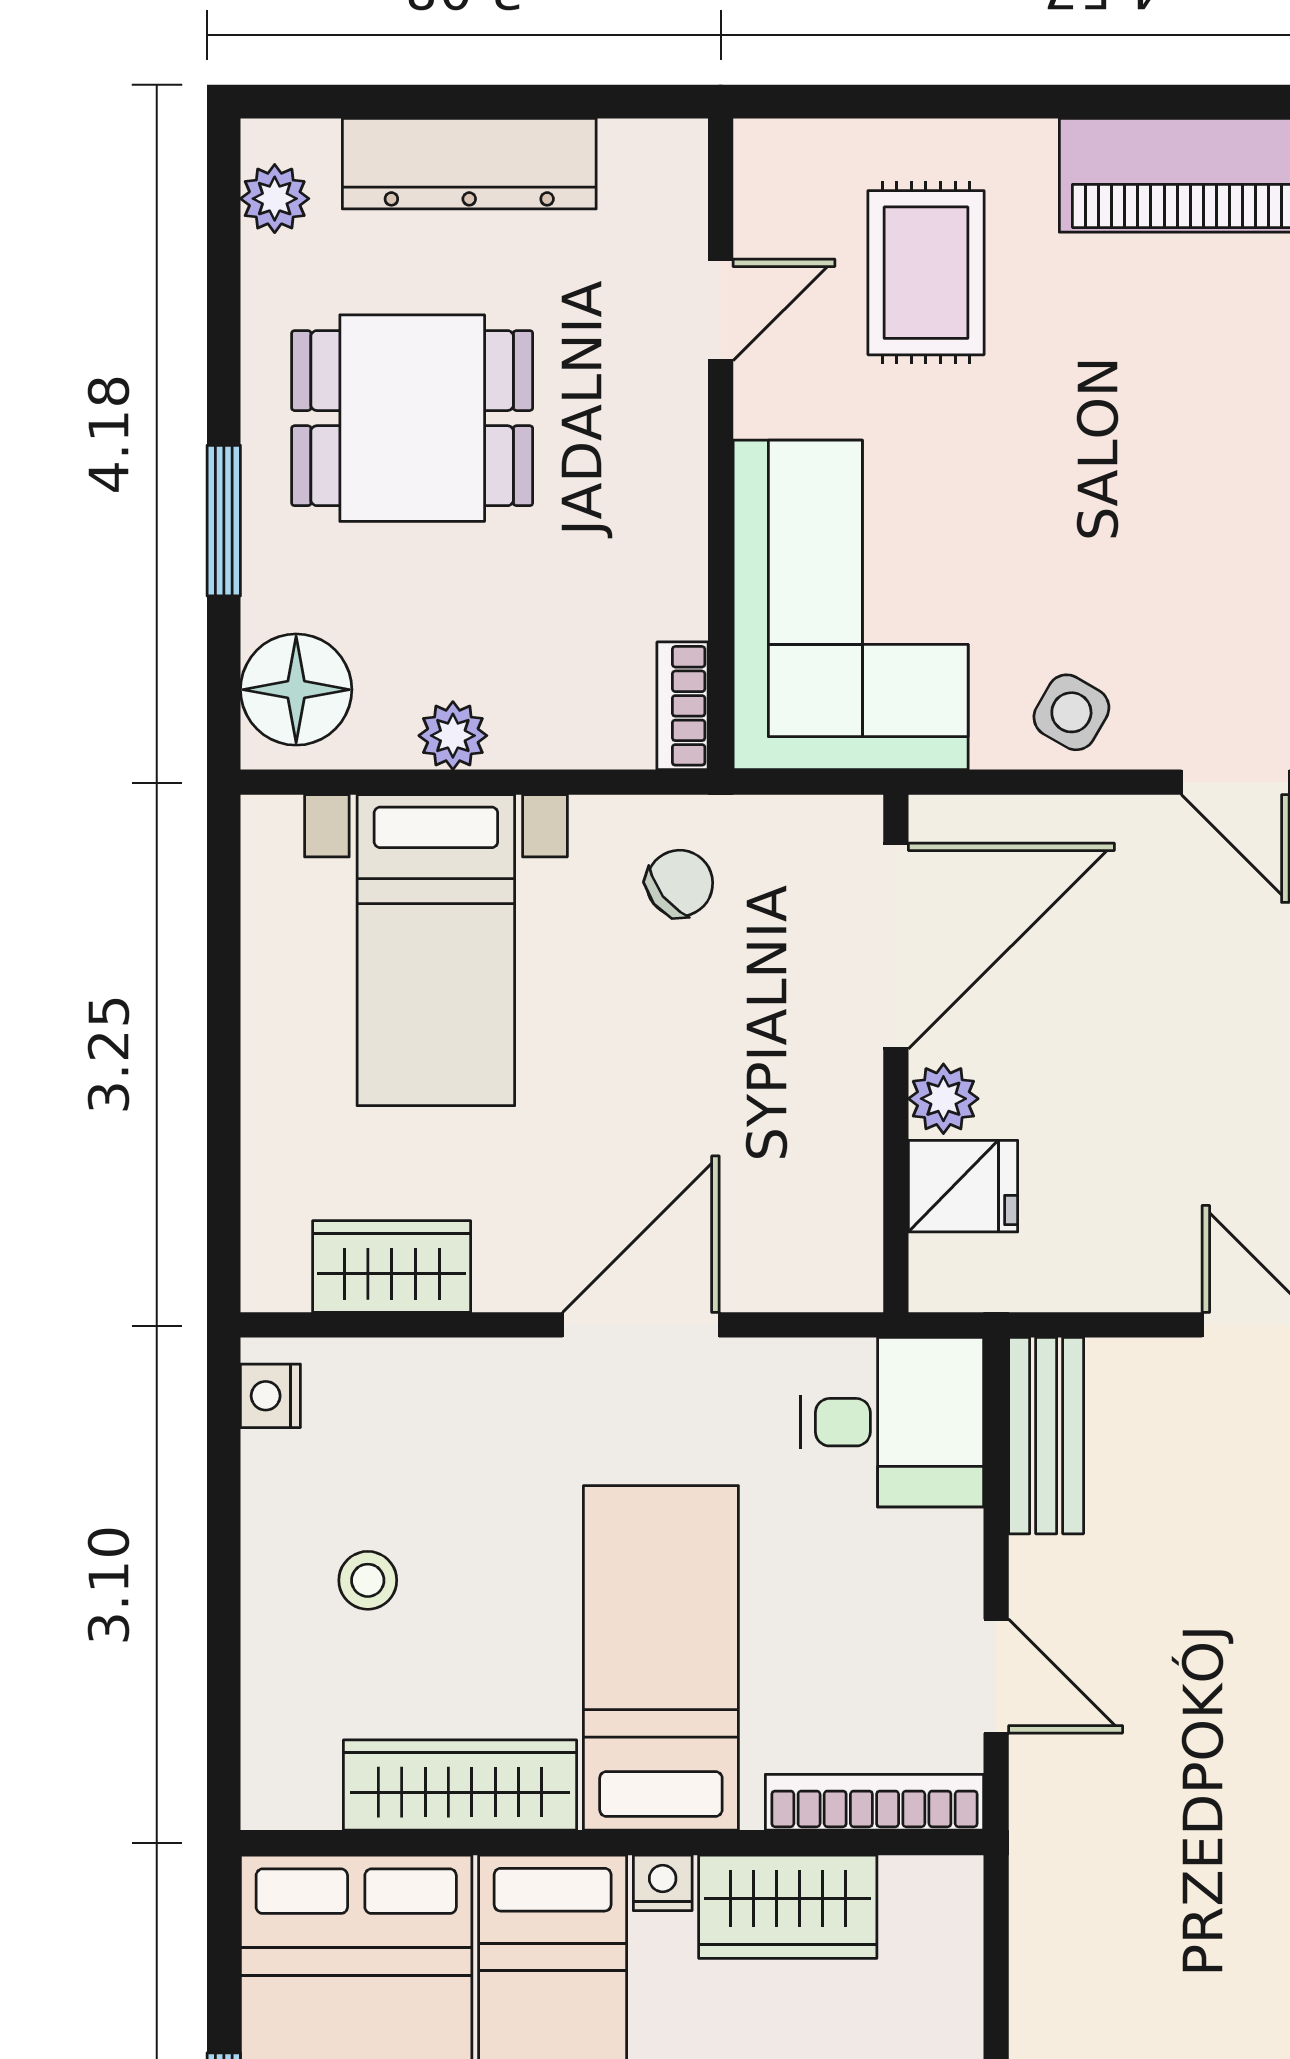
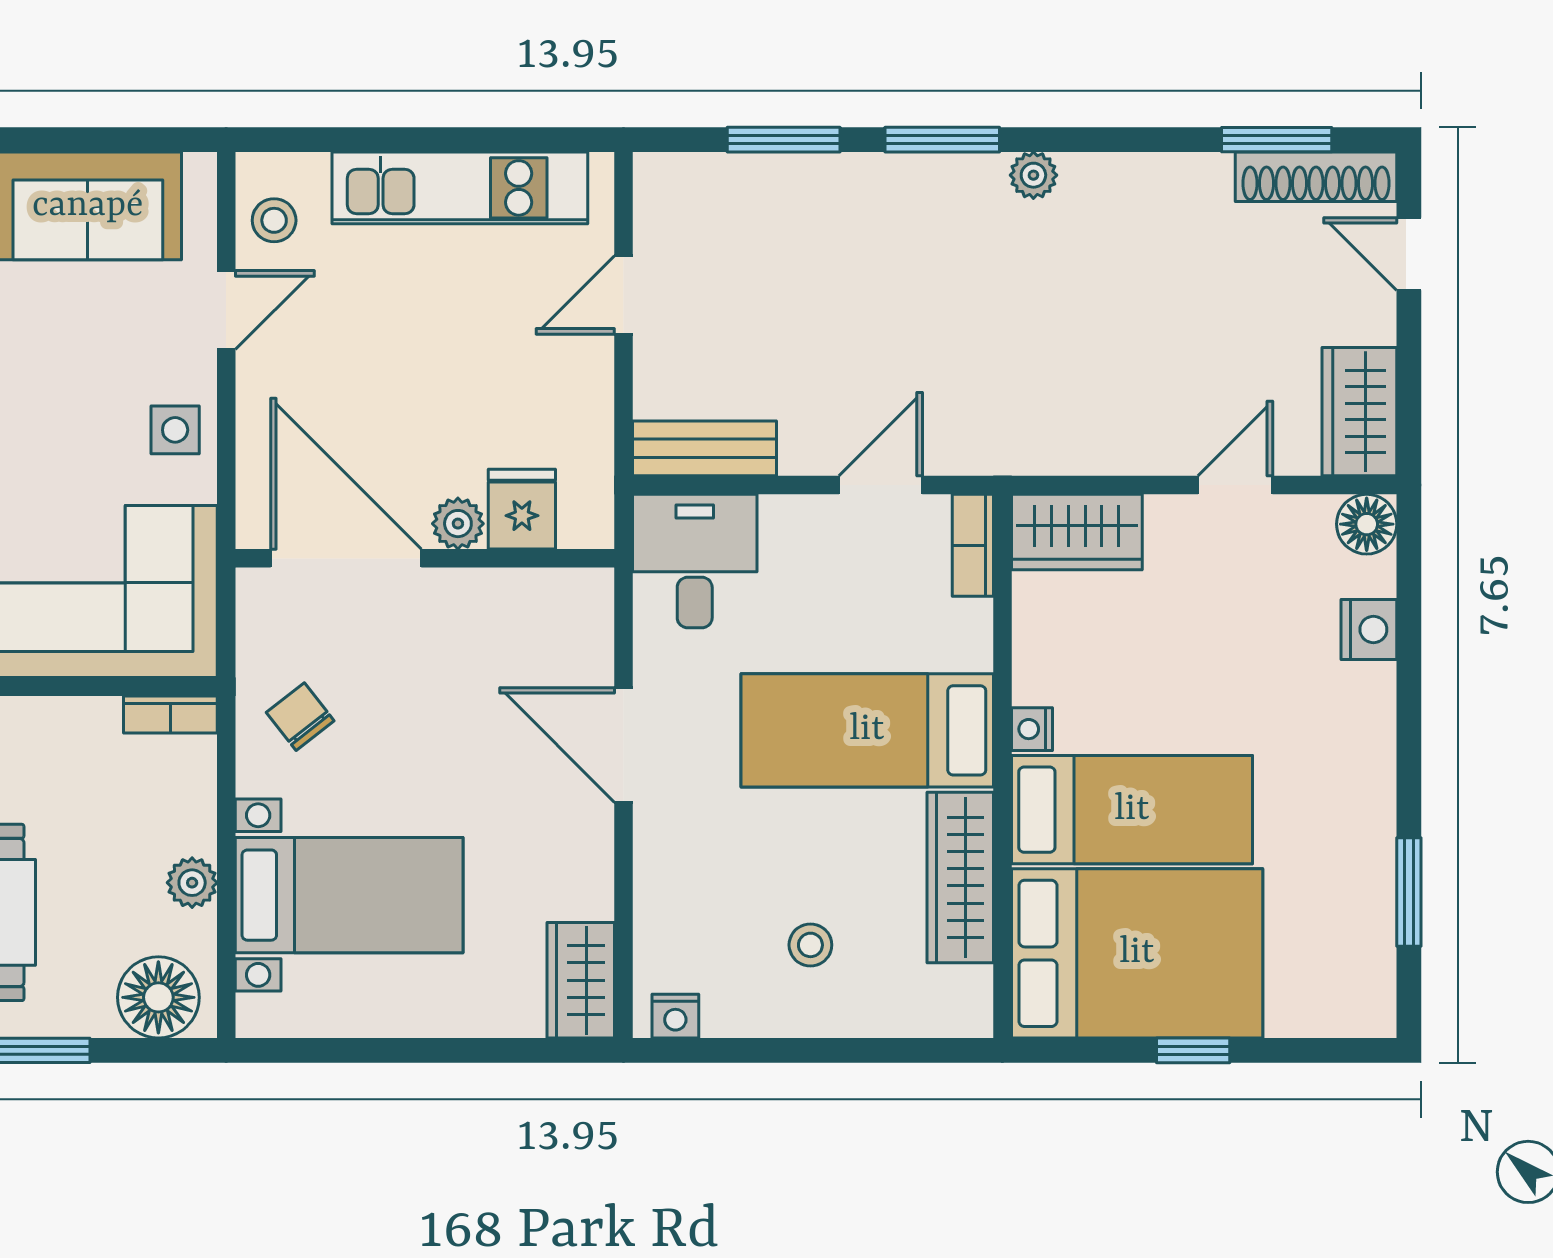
side table: (1071, 712) -> (175, 430), turned -30
wardrobe: (392, 1267) -> (581, 980), moved
bookcase: (874, 1802) -> (973, 545), width x0.64
wardrobe: (788, 1907) -> (1077, 532), moved, turned 90

